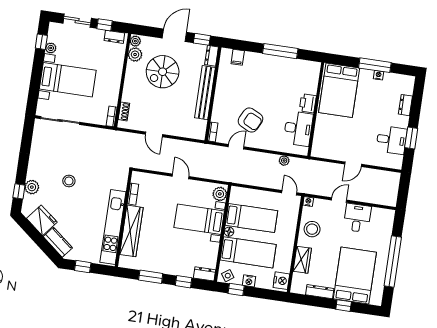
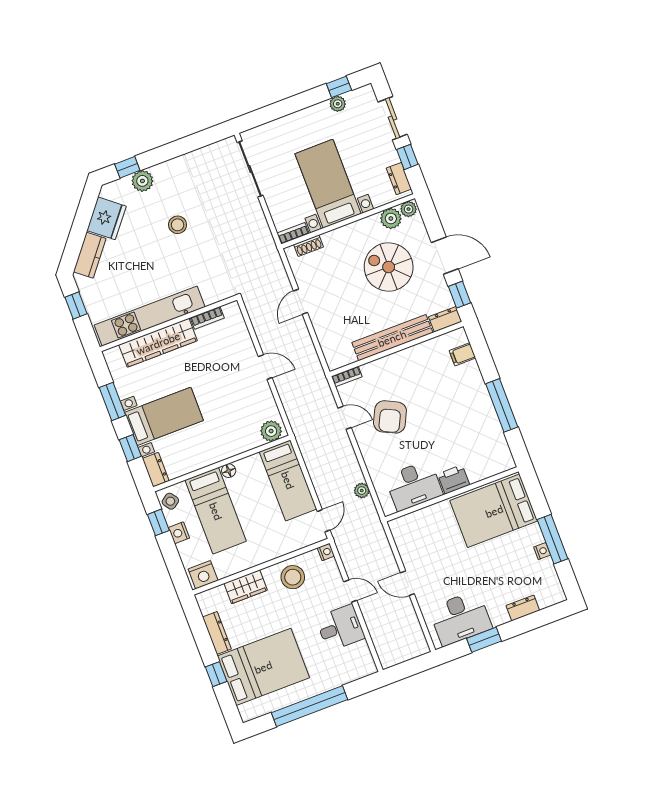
bed with nightstands: (68, 80) -> (328, 184), moved, turned 180
desk: (392, 140) -> (460, 618), width x1.37
door: (181, 176) -> (265, 367), hinge flipped
bed: (251, 218) -> (288, 480), moved
bed with nightstands: (199, 219) -> (164, 416), moved, turned 90

